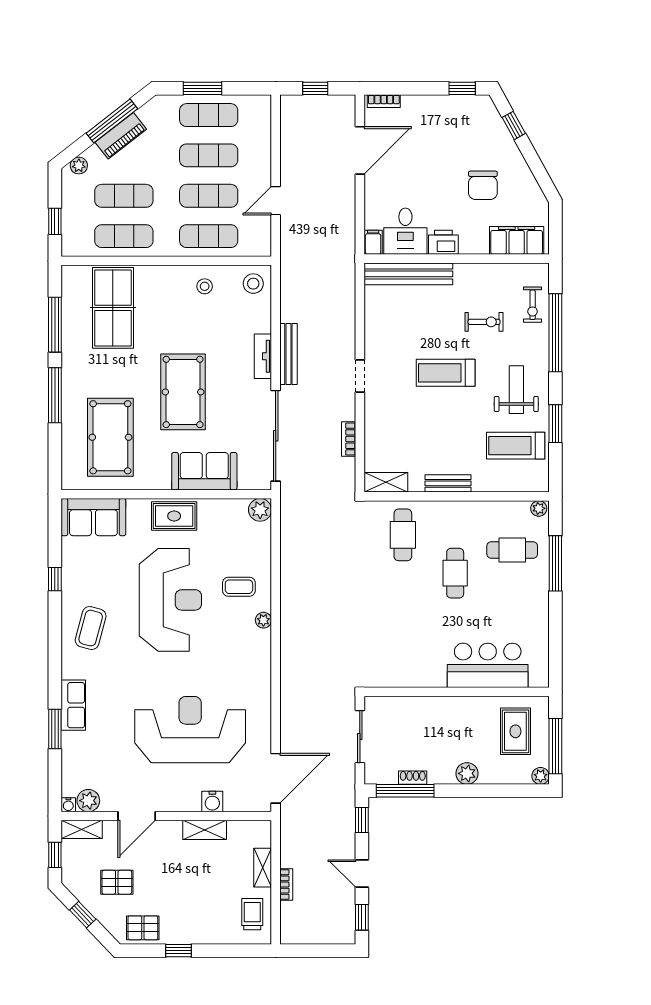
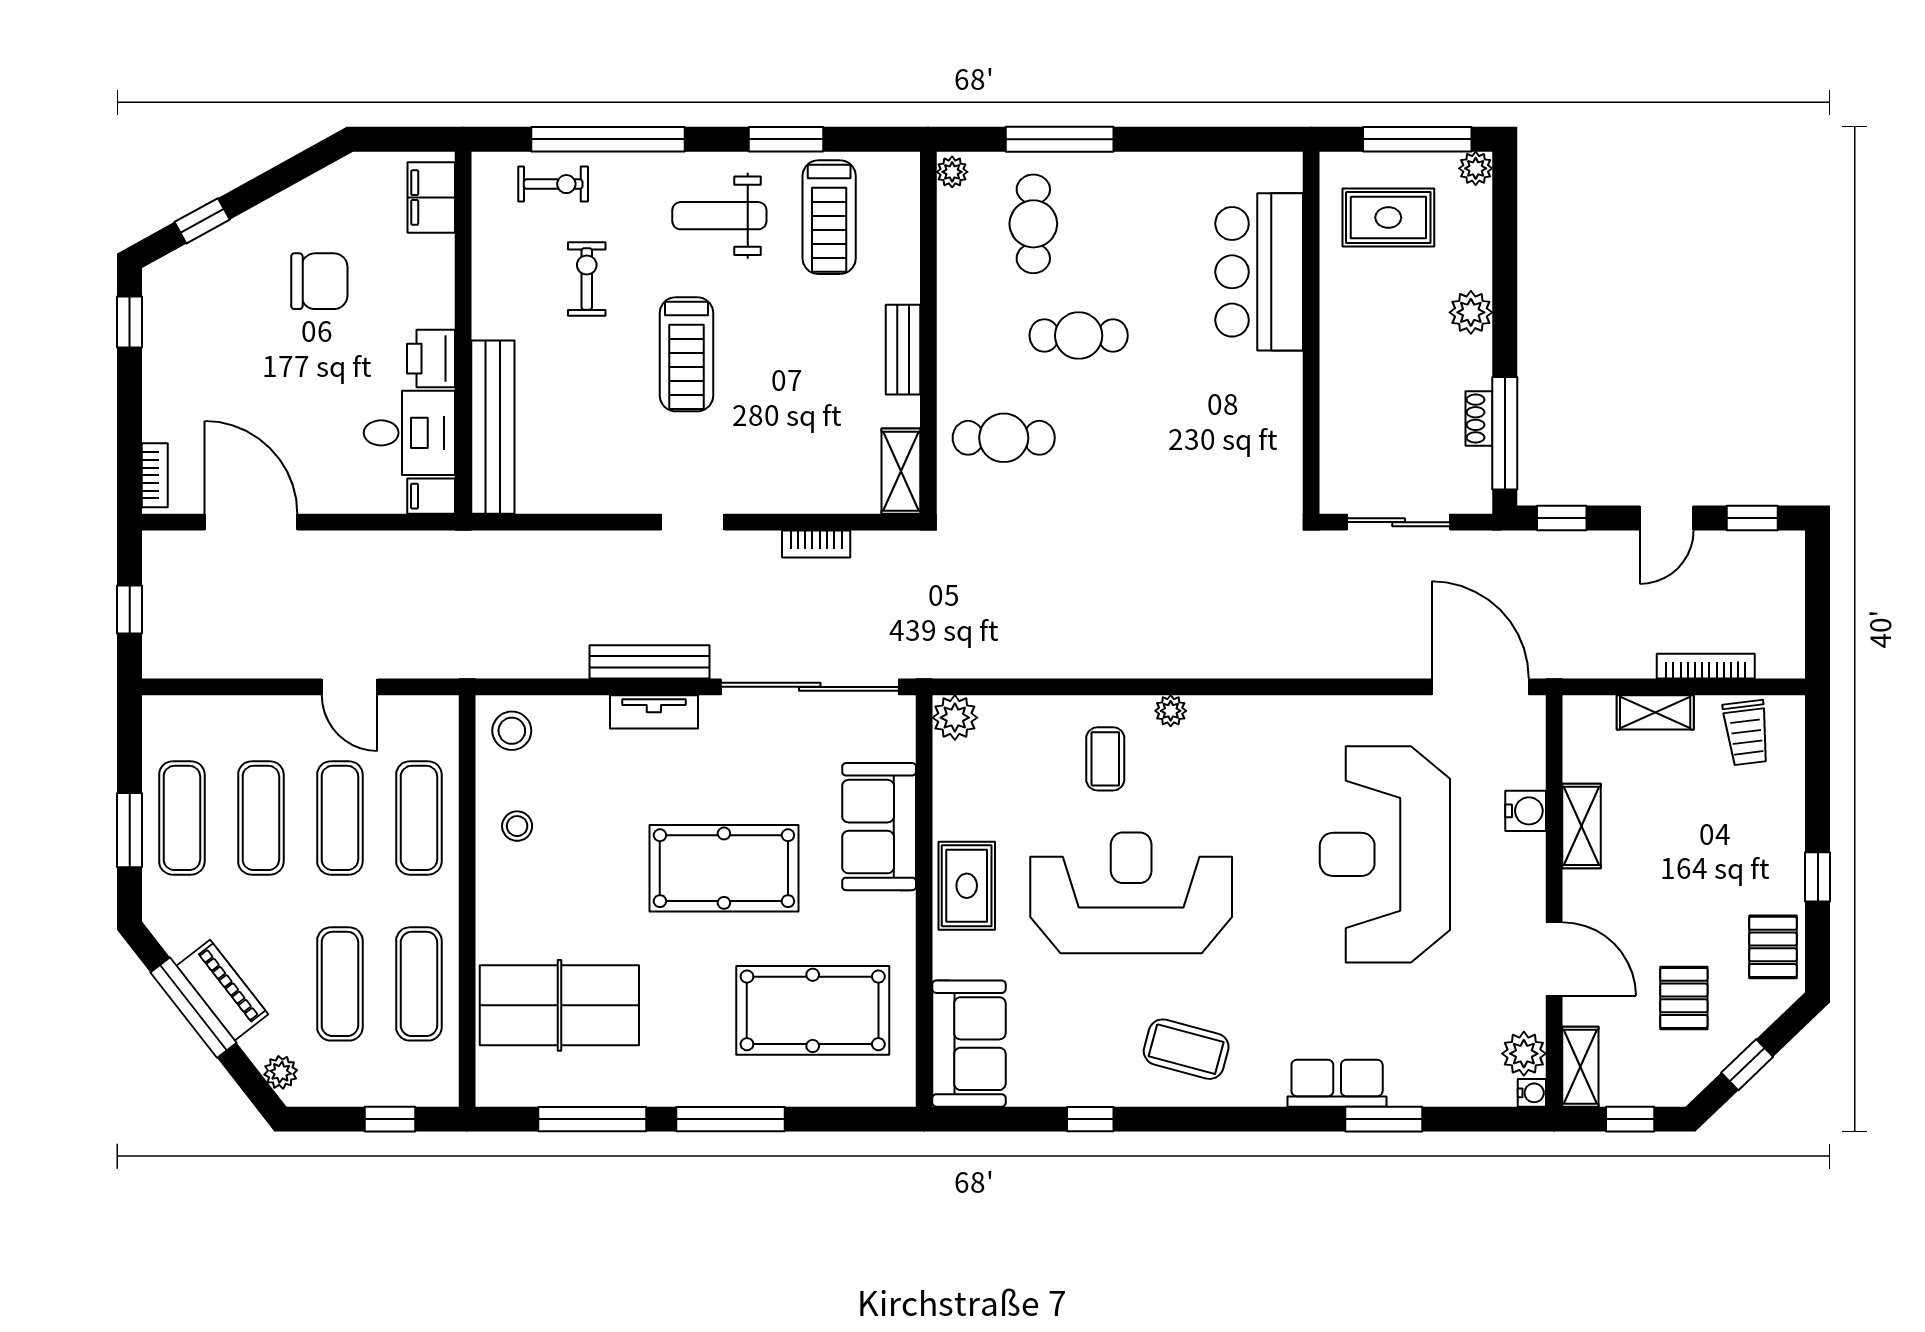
filing cabinet: (517, 240) -> (431, 198), width x0.67, depth x0.86
bookcase: (286, 885) -> (1706, 666), width x1.56
trolley: (252, 914) -> (1746, 733), turned -97

